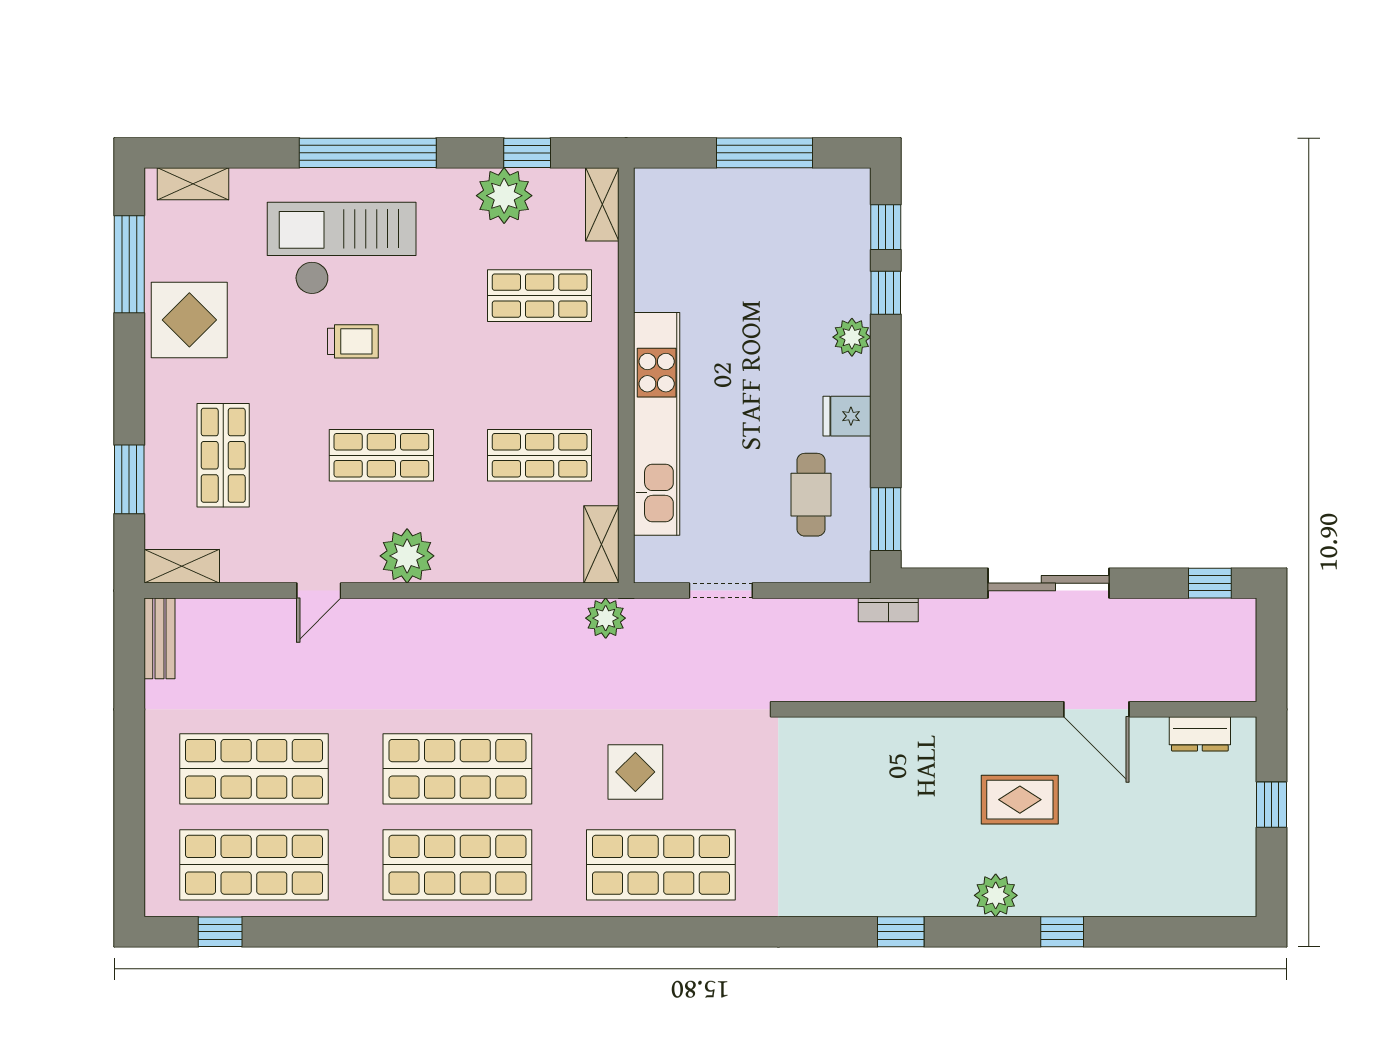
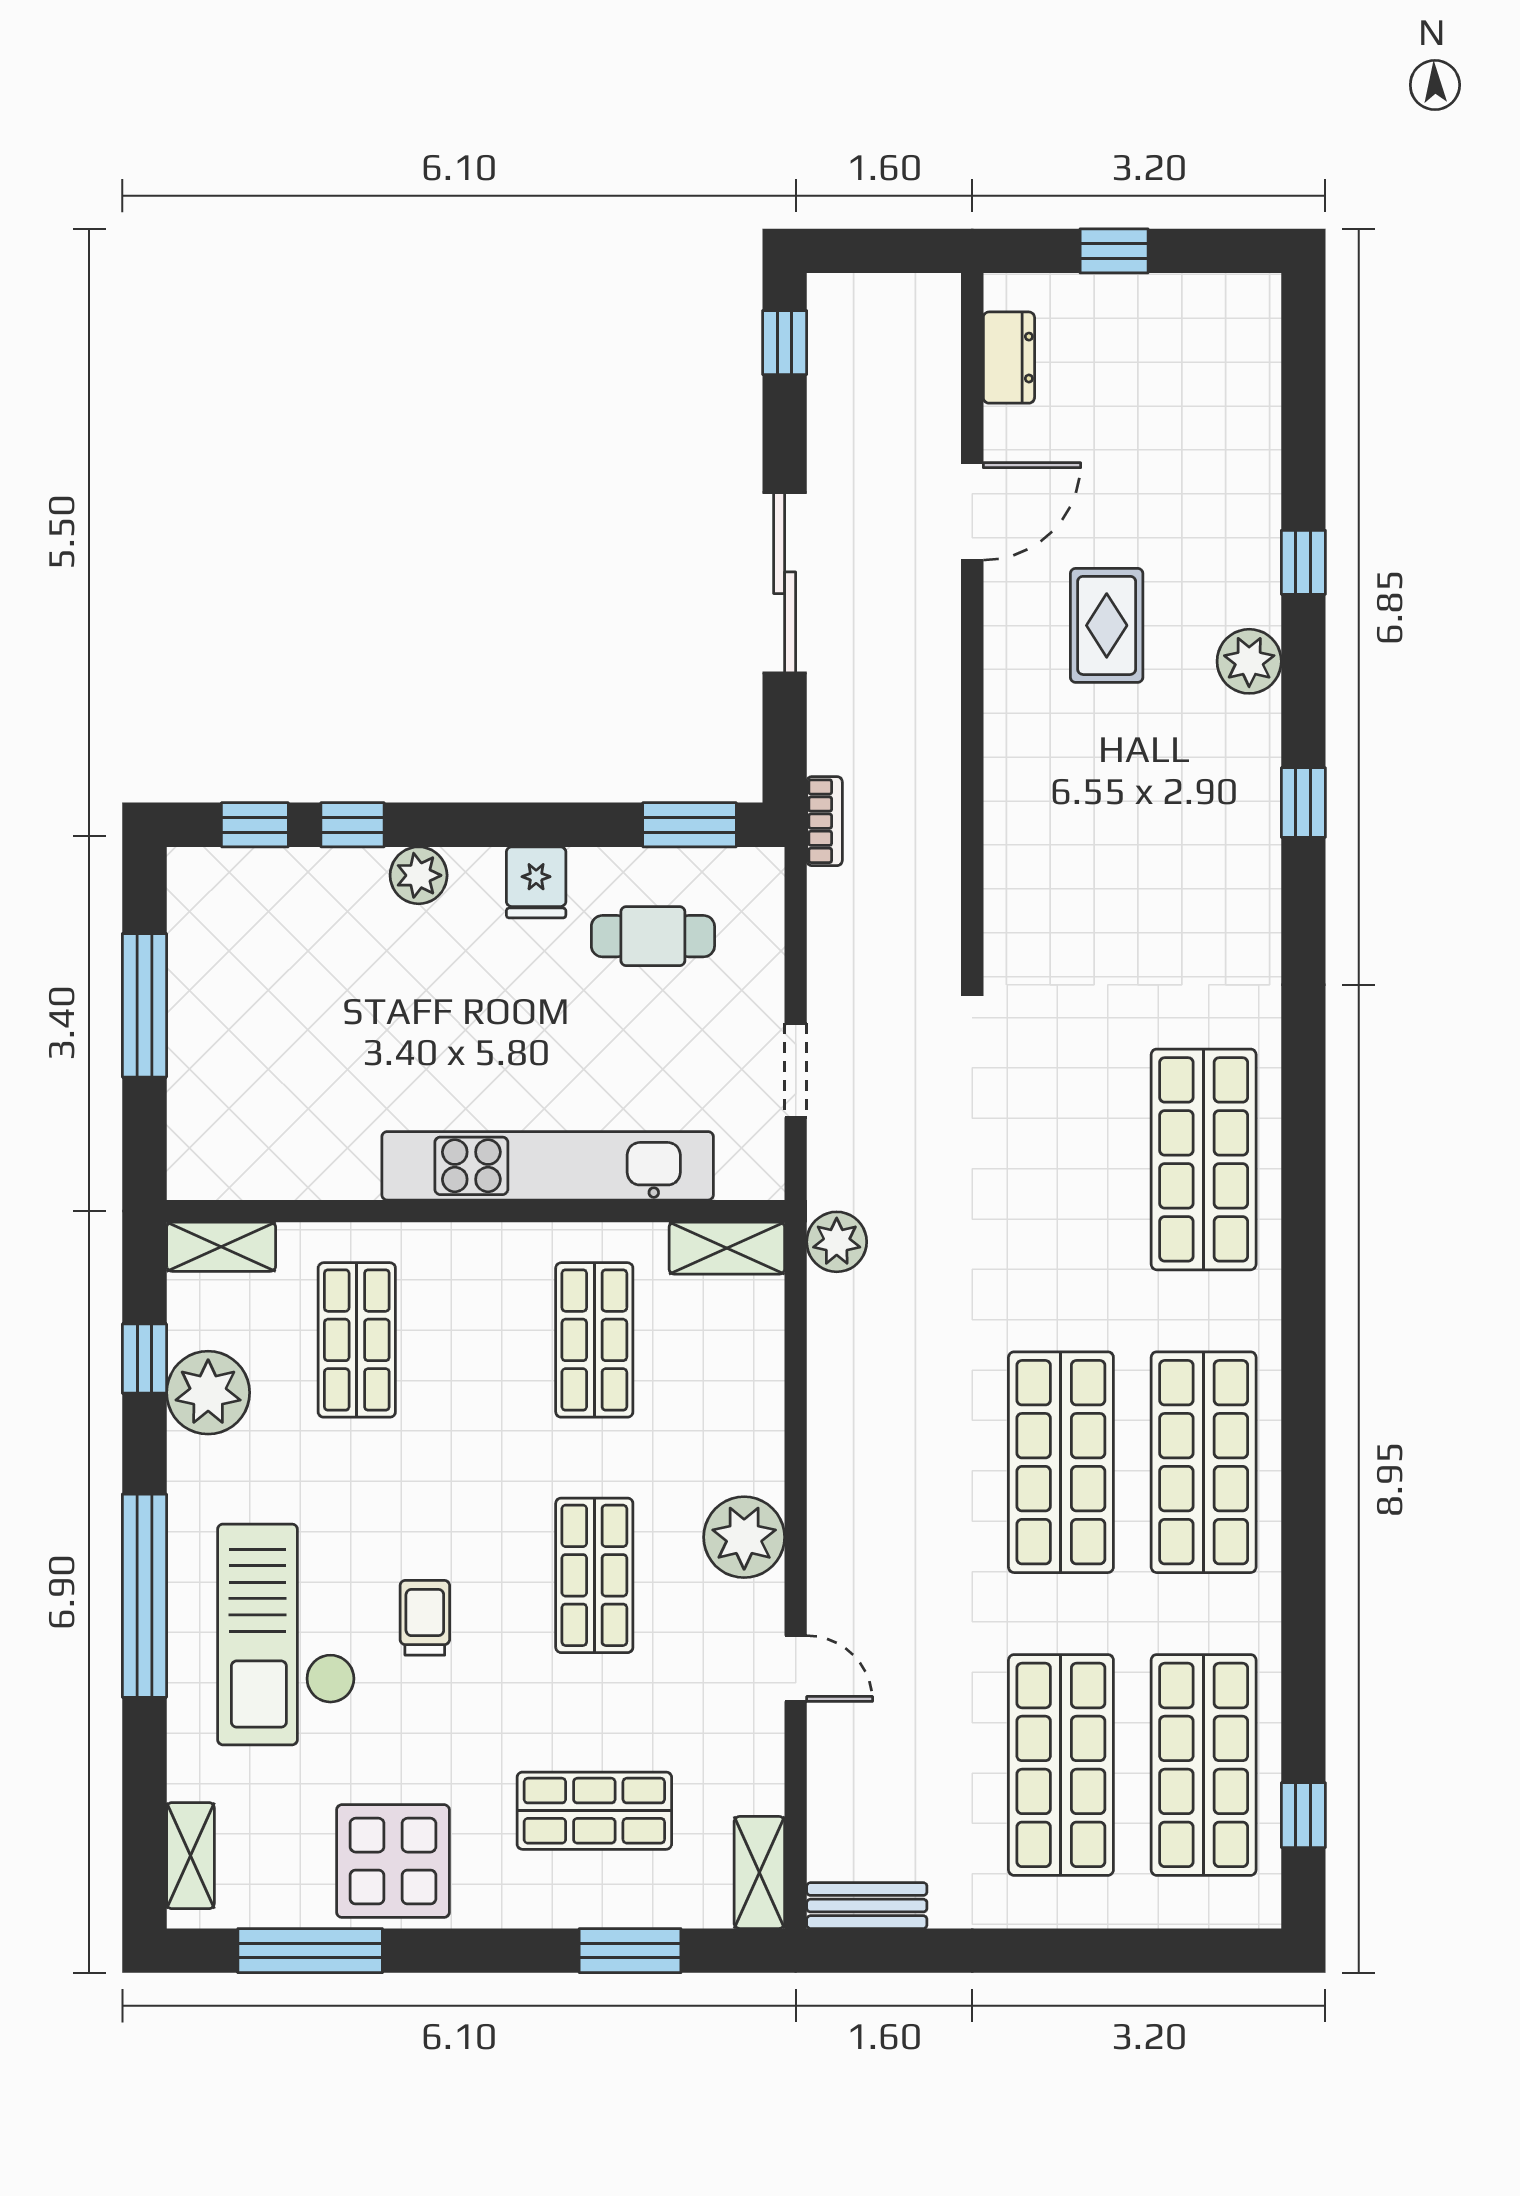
display table: (635, 772) -> (1066, 1197), removed

